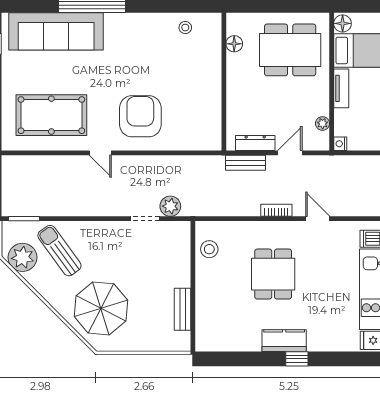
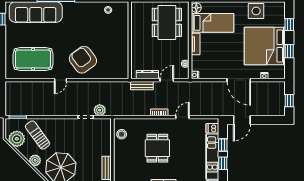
floor lamp: (234, 44) -> (136, 19), removed
dining table: (290, 50) -> (167, 22), turned 90
armchair: (140, 116) -> (83, 60), turned -36
door: (100, 153) -> (60, 80), hinge flipped
door: (318, 219) -> (182, 117), hinge flipped
plant: (55, 296) -> (35, 160), added

